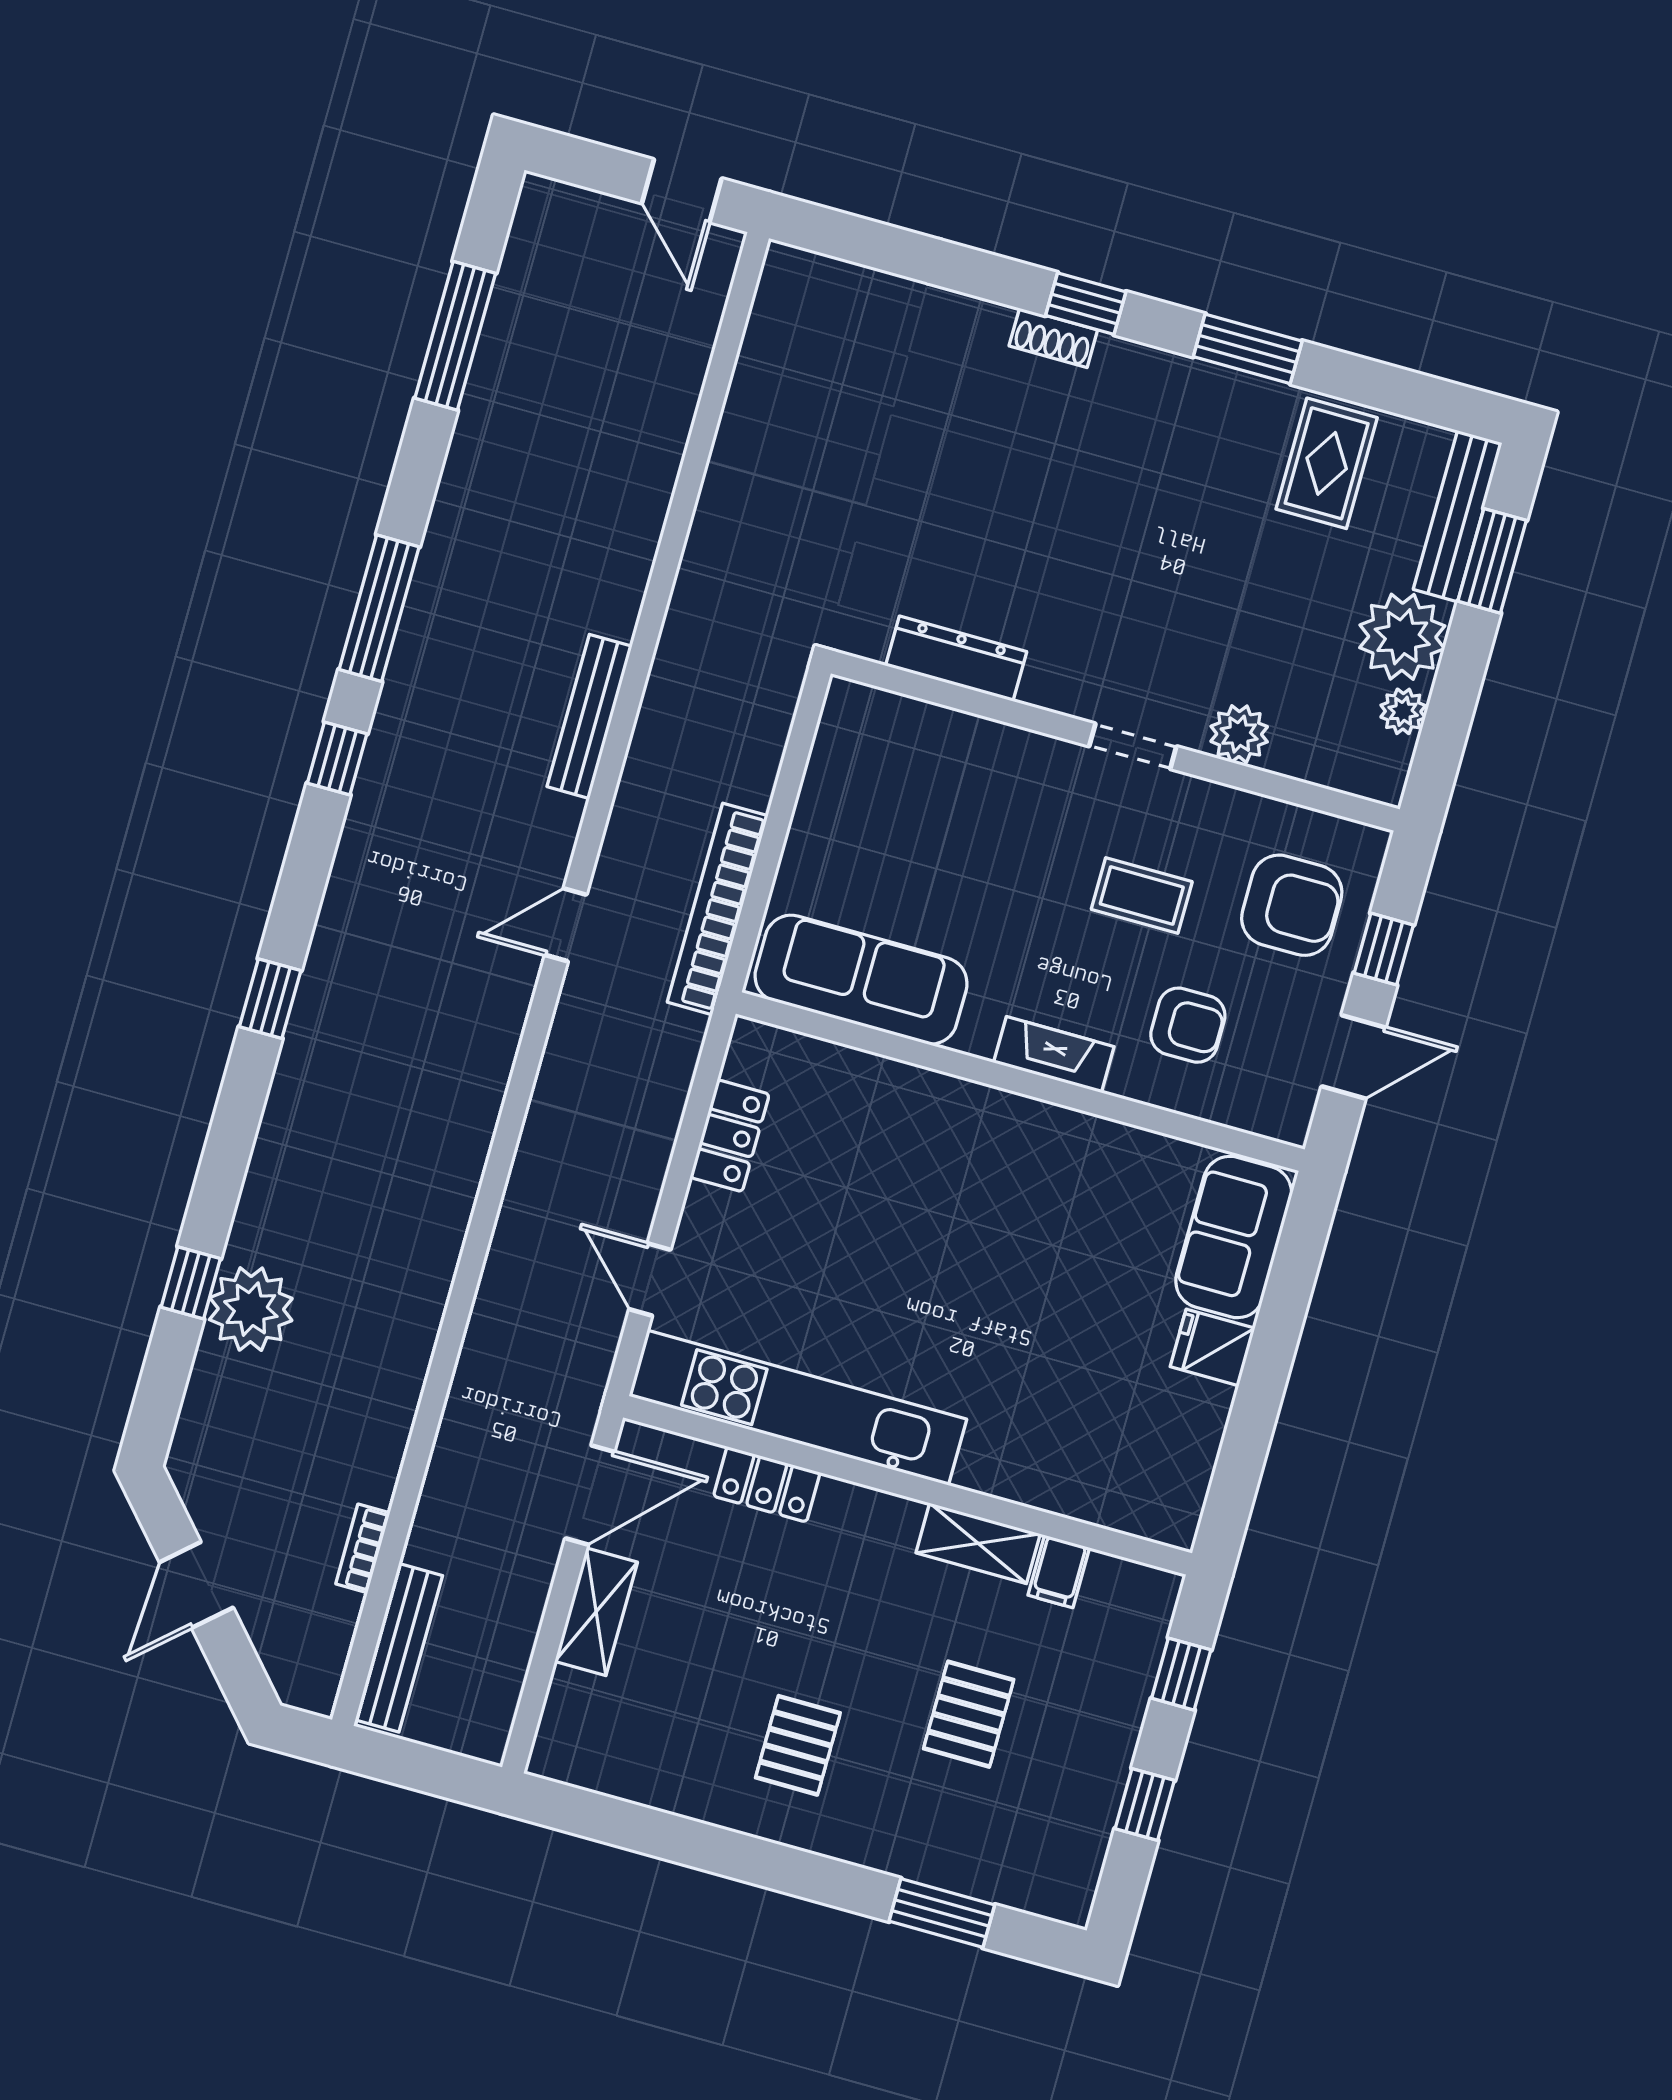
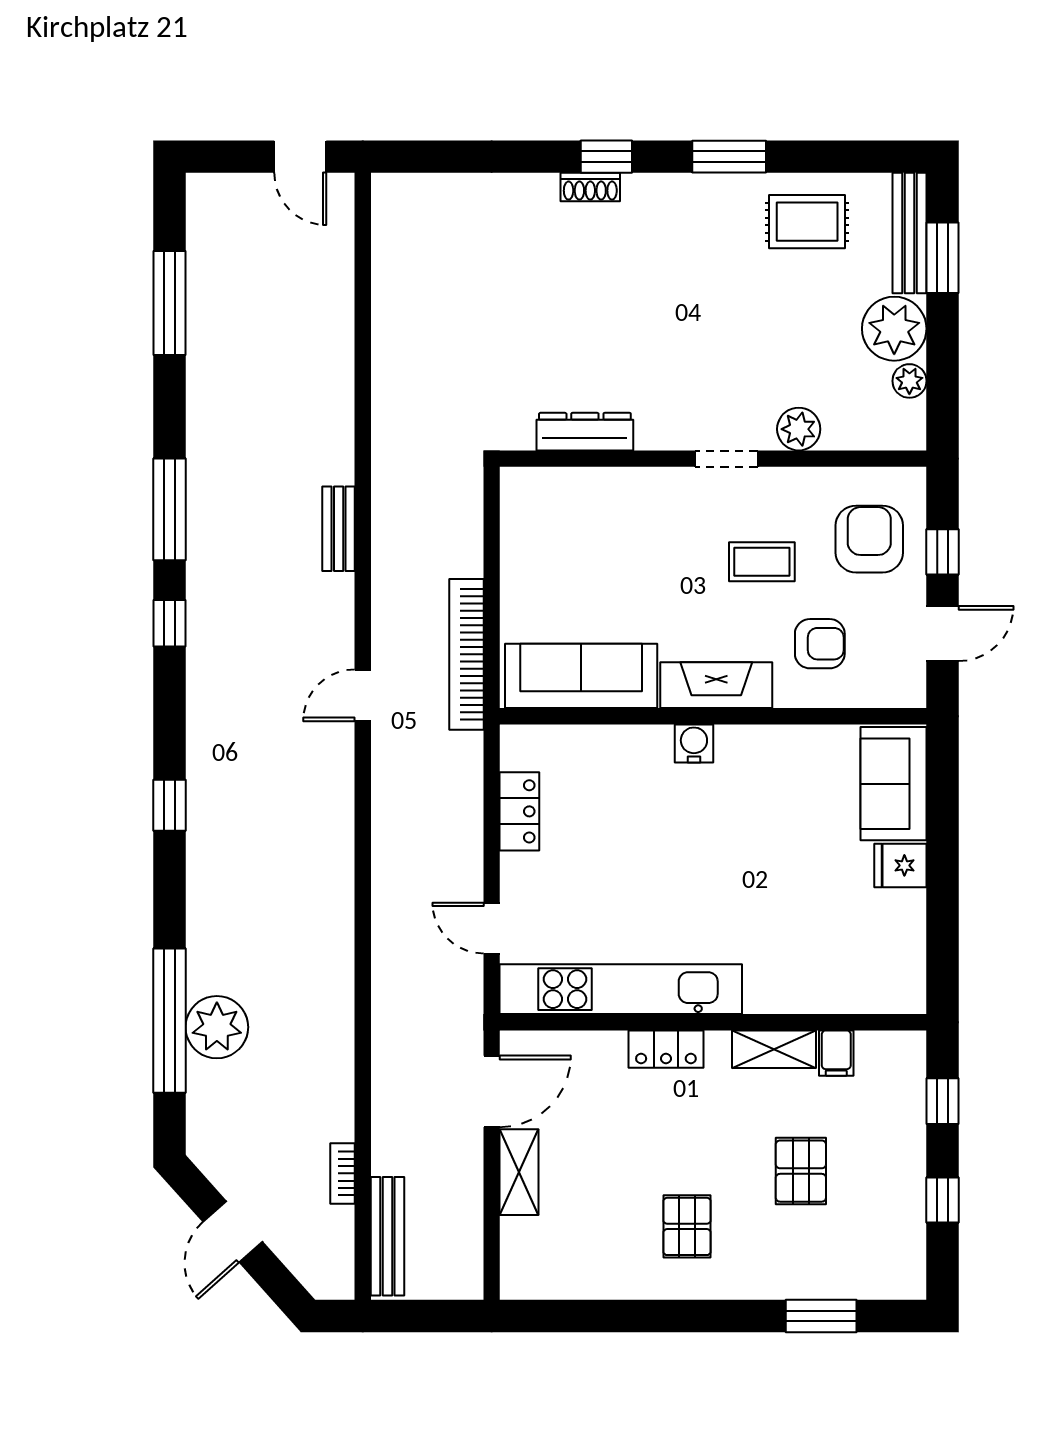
rug: (1327, 463) -> (807, 222), turned 90
bench: (589, 716) -> (339, 529), width x0.73
armchair: (1292, 905) -> (869, 539), turned -90
fireplace: (1054, 1055) -> (716, 685), width x1.37, depth x1.32
water cooler: (985, 1110) -> (694, 743), added
window: (191, 1283) -> (169, 1021), width x3.17
locker: (767, 1484) -> (666, 1049), moved

